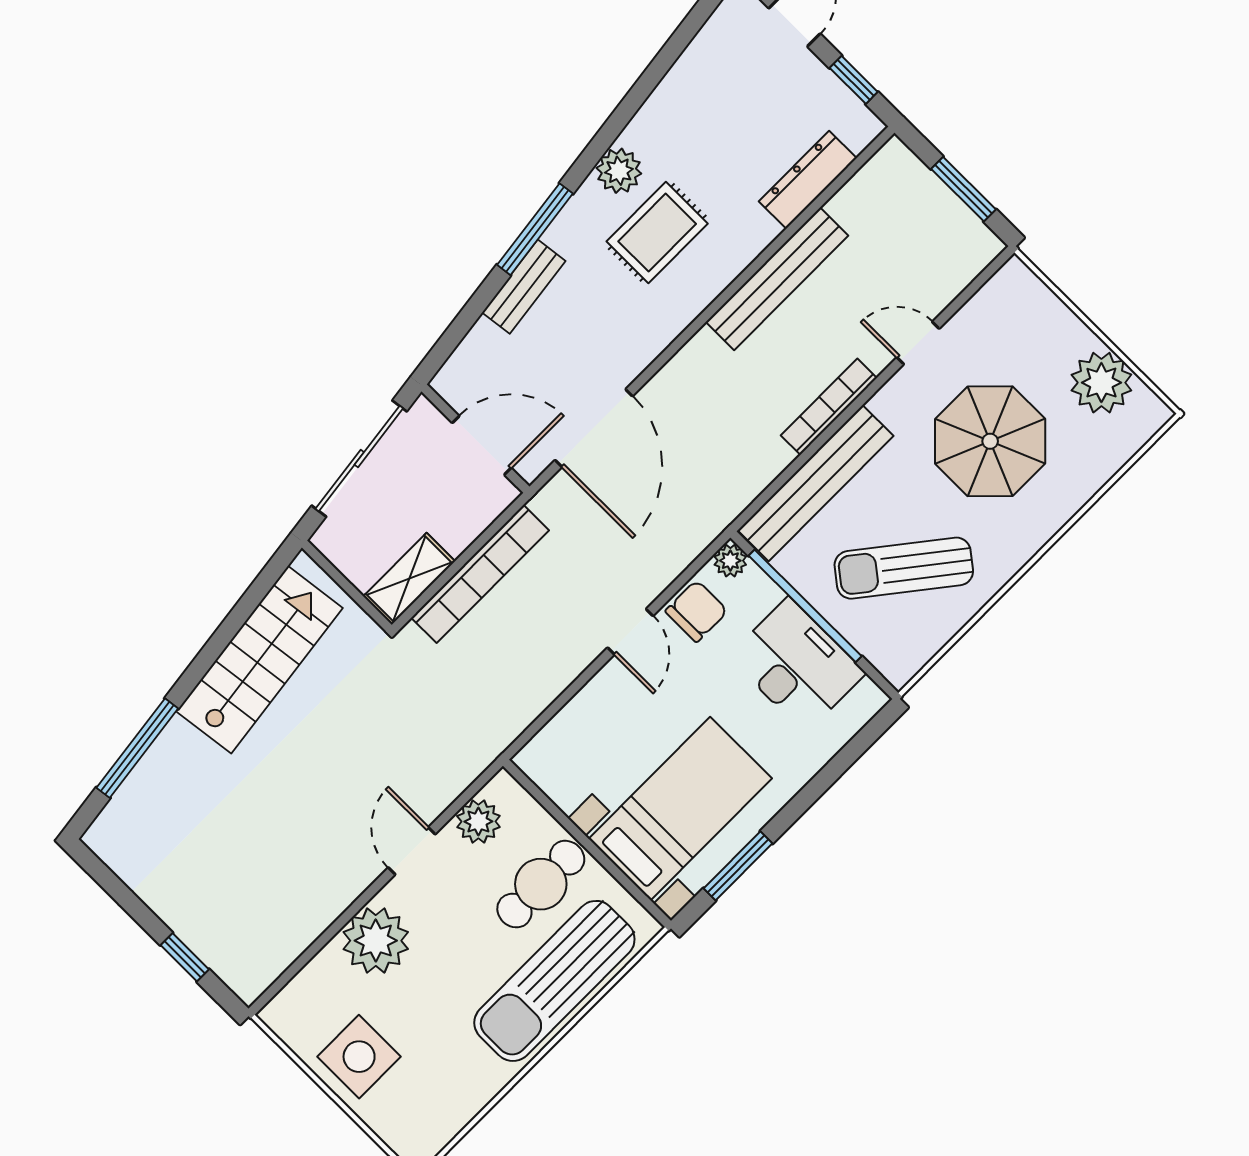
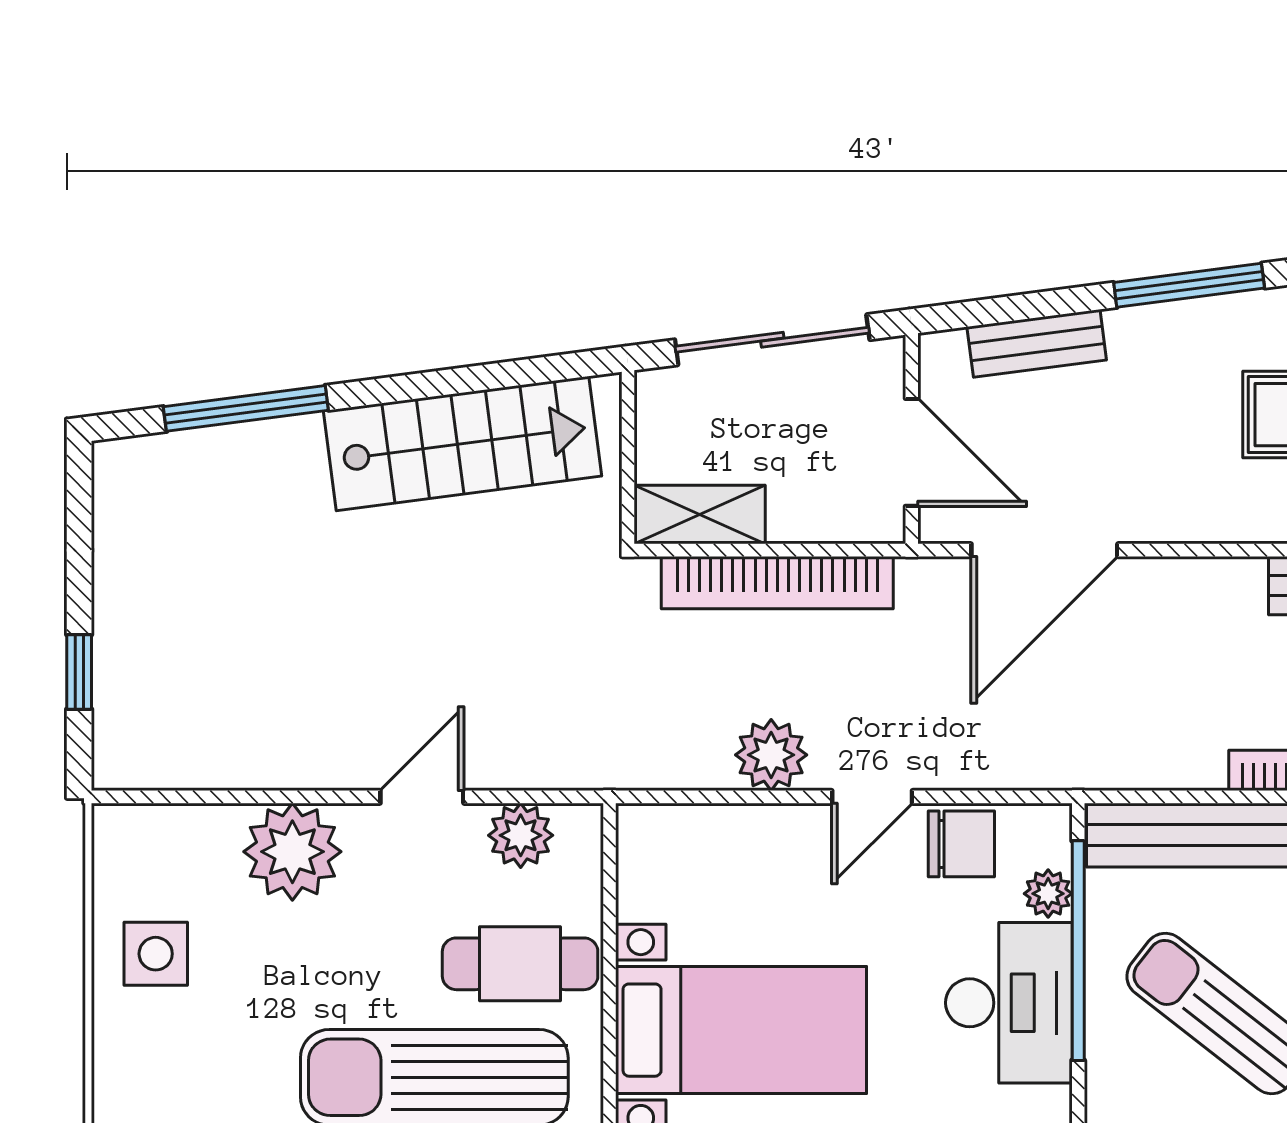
bench: (524, 287) -> (1037, 343), moved
plant: (730, 561) -> (1048, 894), moved
plant: (561, 661) -> (771, 755), added
side table: (359, 1057) -> (156, 954), width x0.73, depth x0.73

